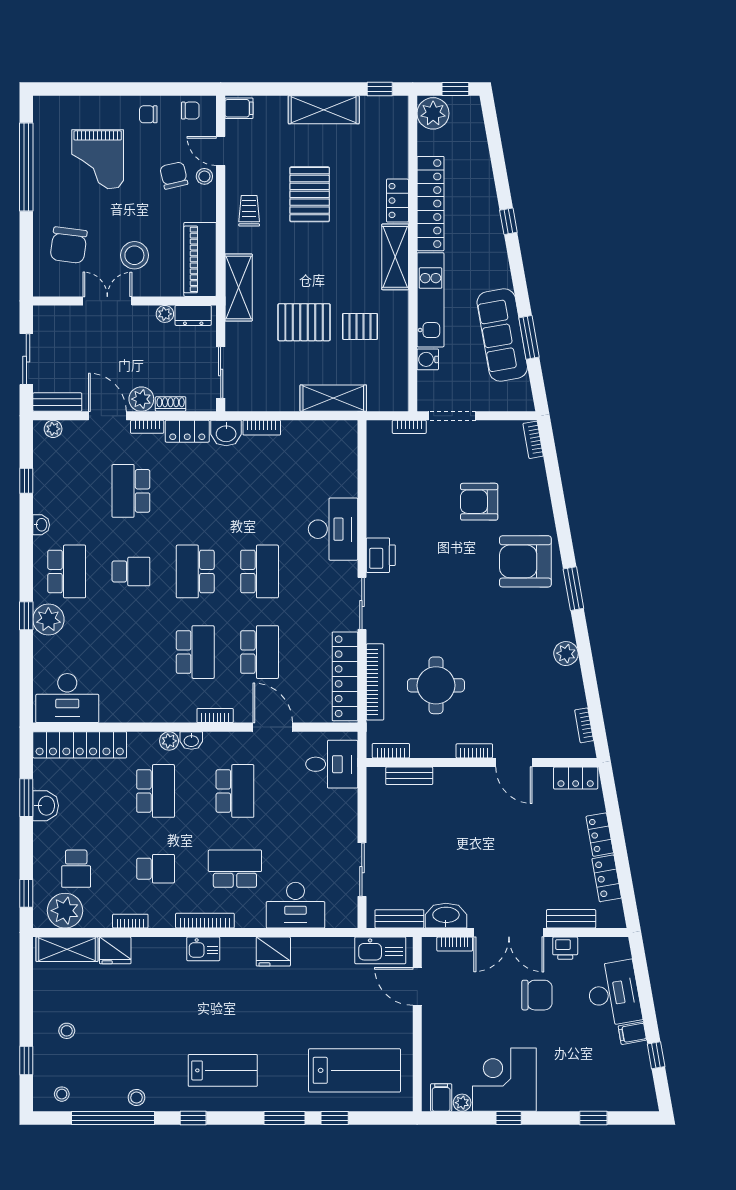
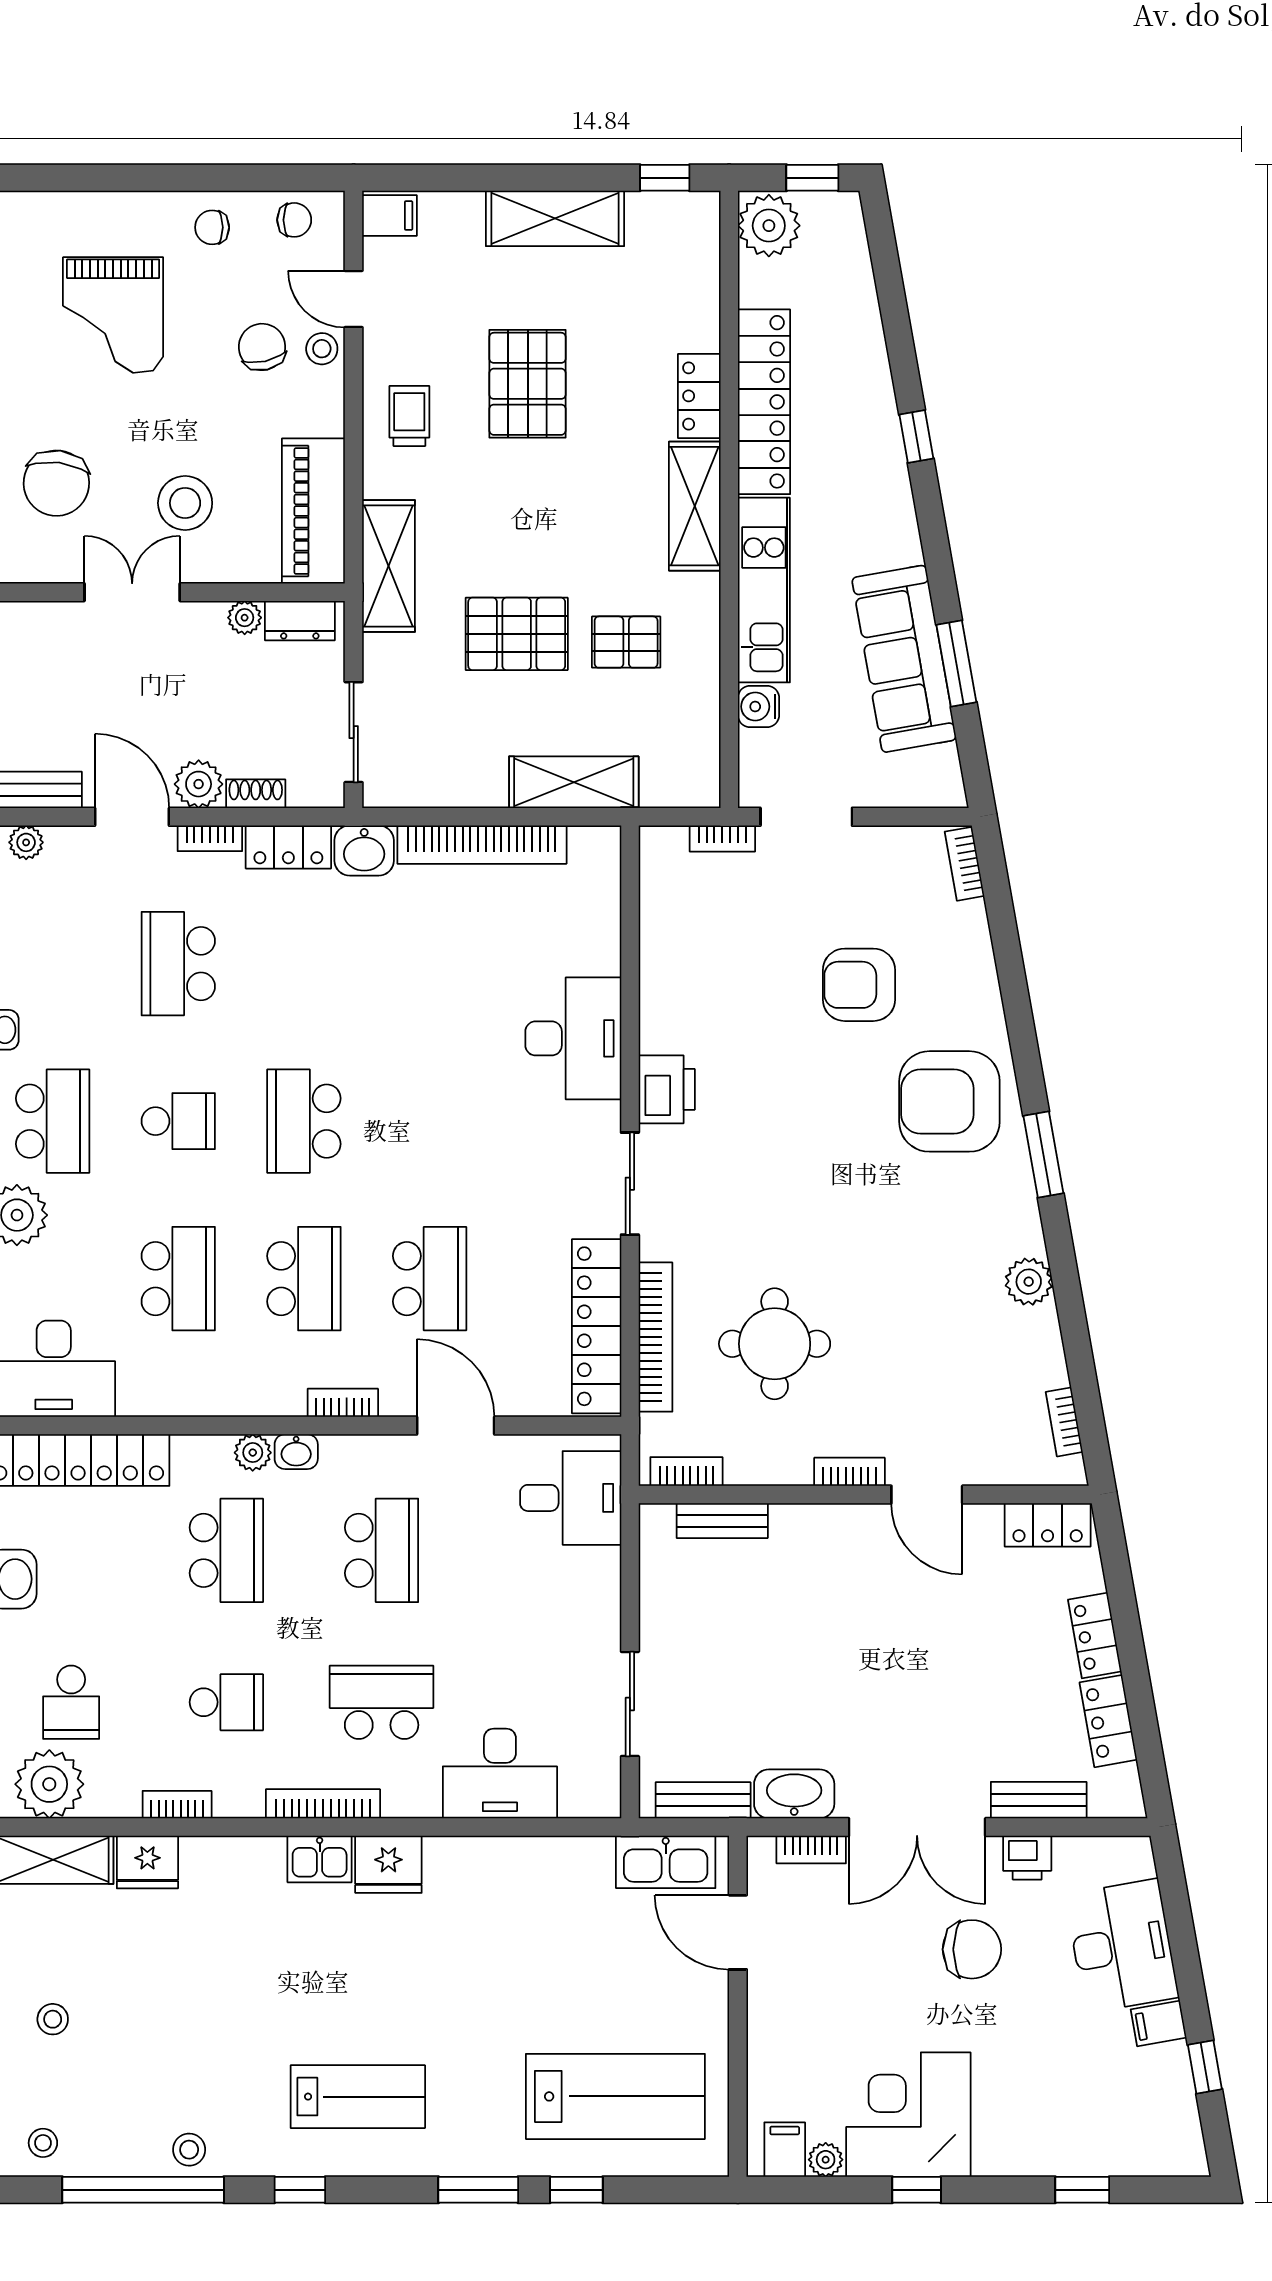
bookcase: (262, 428) -> (482, 845), width x2.31, depth x1.31
school desk: (260, 571) -> (178, 1279), moved
fridge: (273, 952) -> (388, 1864), moved

